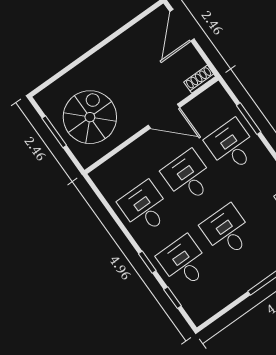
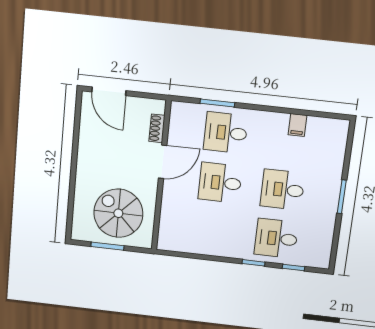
shoe rack: (200, 79) -> (157, 128), moved
desk: (145, 208) -> (215, 231), removed

